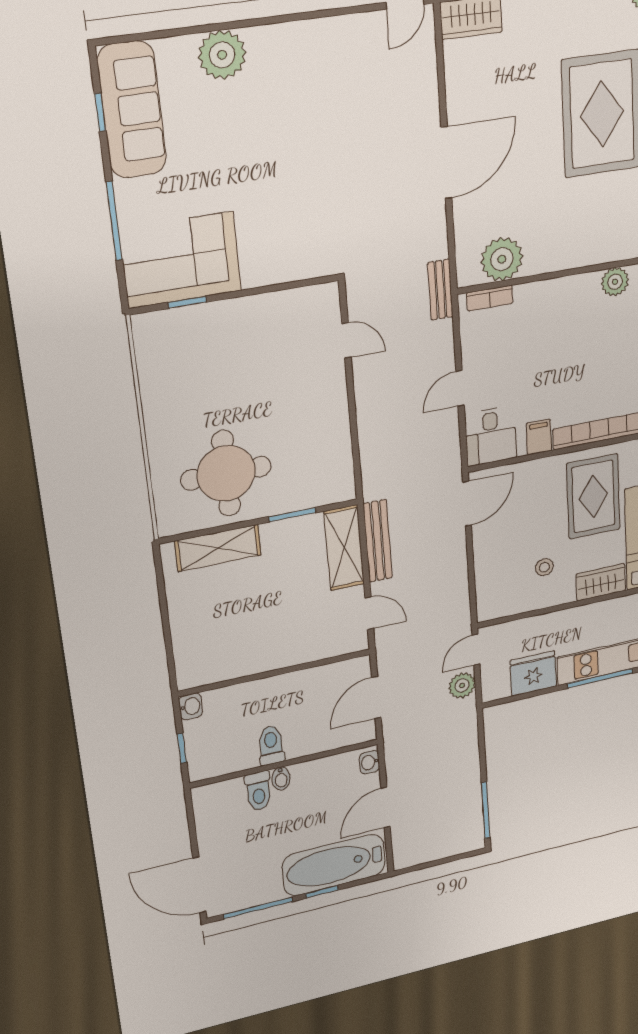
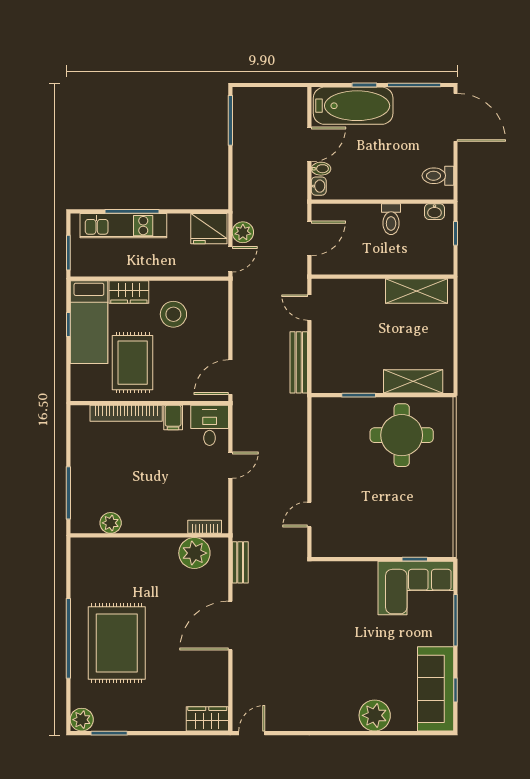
bench: (440, 290) -> (240, 562), moved
door: (346, 340) -> (309, 514), hinge flipped
shelving: (344, 548) -> (417, 291), moved, turned 90
stool: (544, 567) -> (173, 314), width x1.89, depth x1.89
fridge: (533, 673) -> (209, 229), moved
washbasin: (191, 706) -> (435, 212), moved, turned -90
bidet: (281, 779) -> (321, 169), moved, turned 90
toilet: (258, 791) -> (438, 176), moved, turned -90

